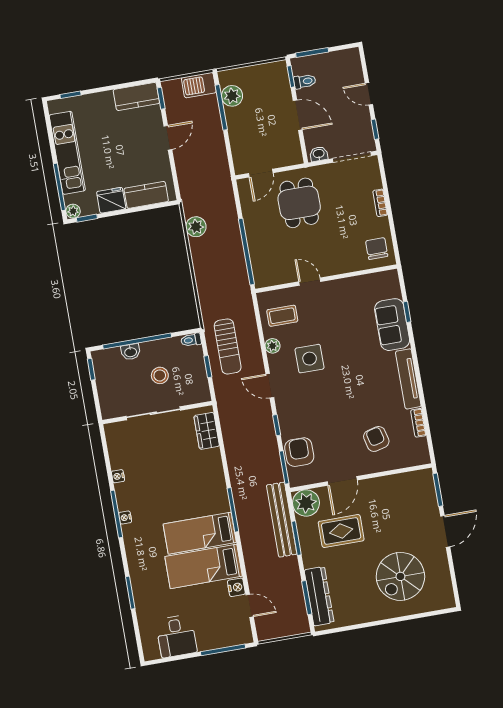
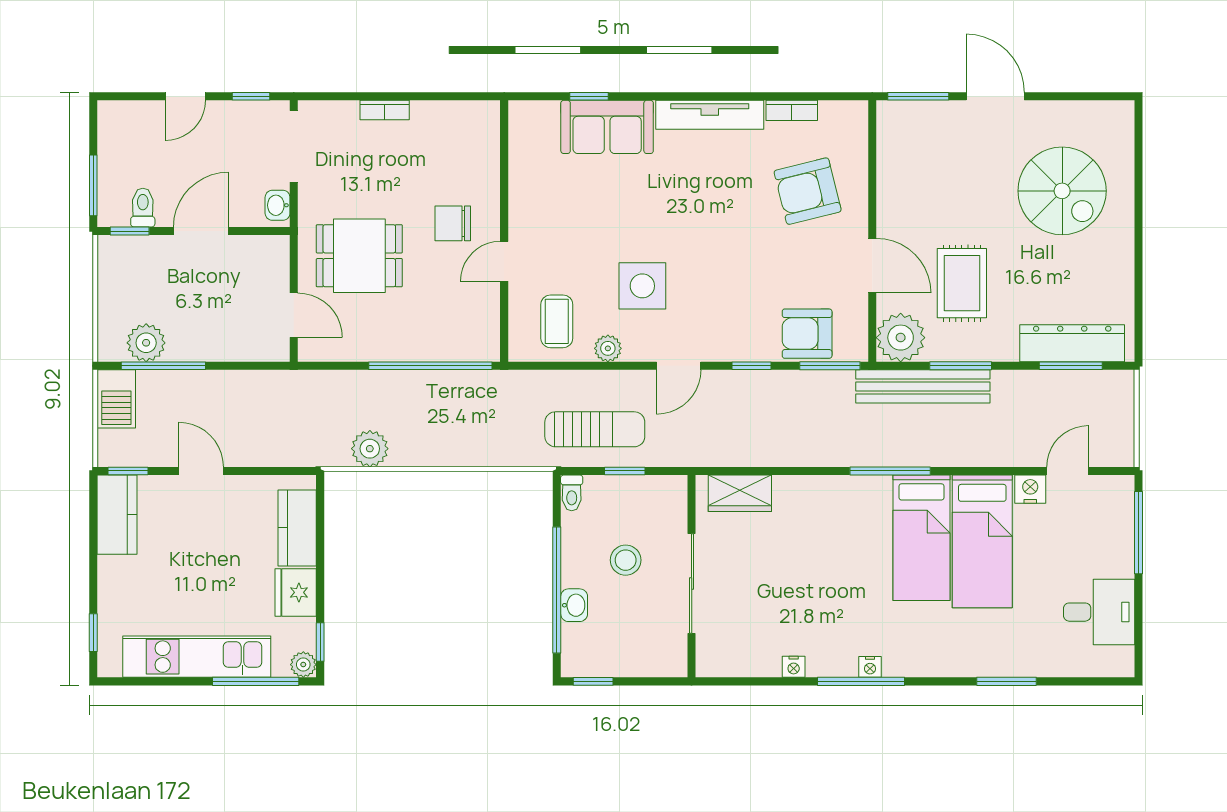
chair: (377, 249) -> (453, 223), moved
armchair: (376, 439) -> (808, 191), width x1.38, depth x1.38

